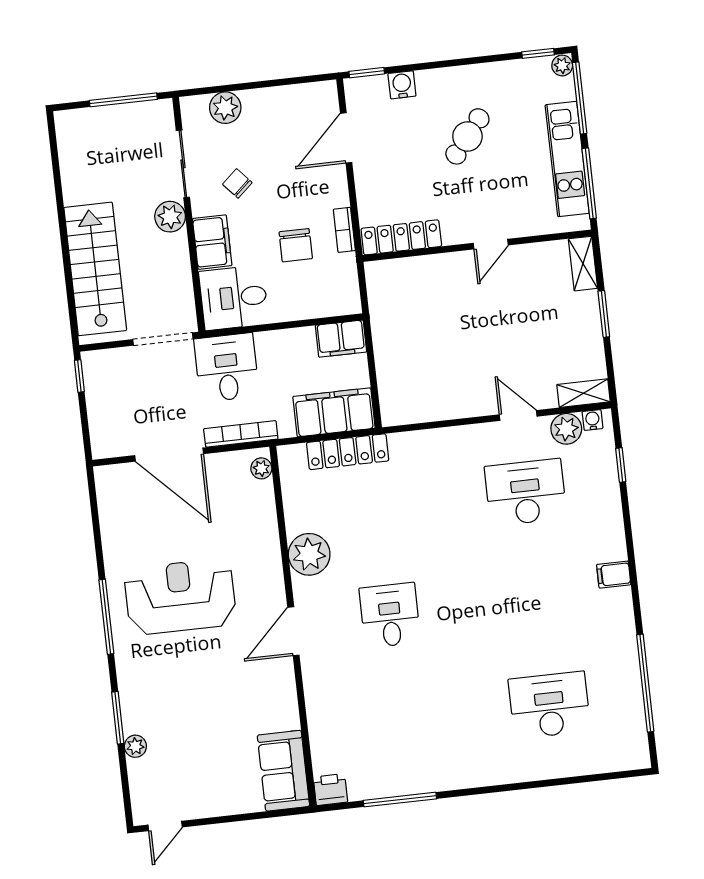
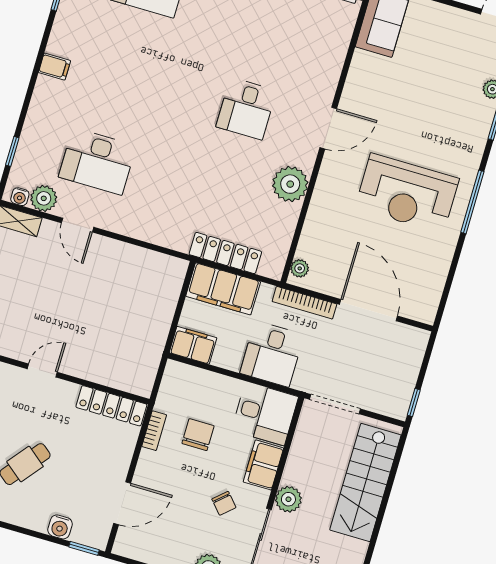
desk: (227, 368) -> (272, 354), moved

